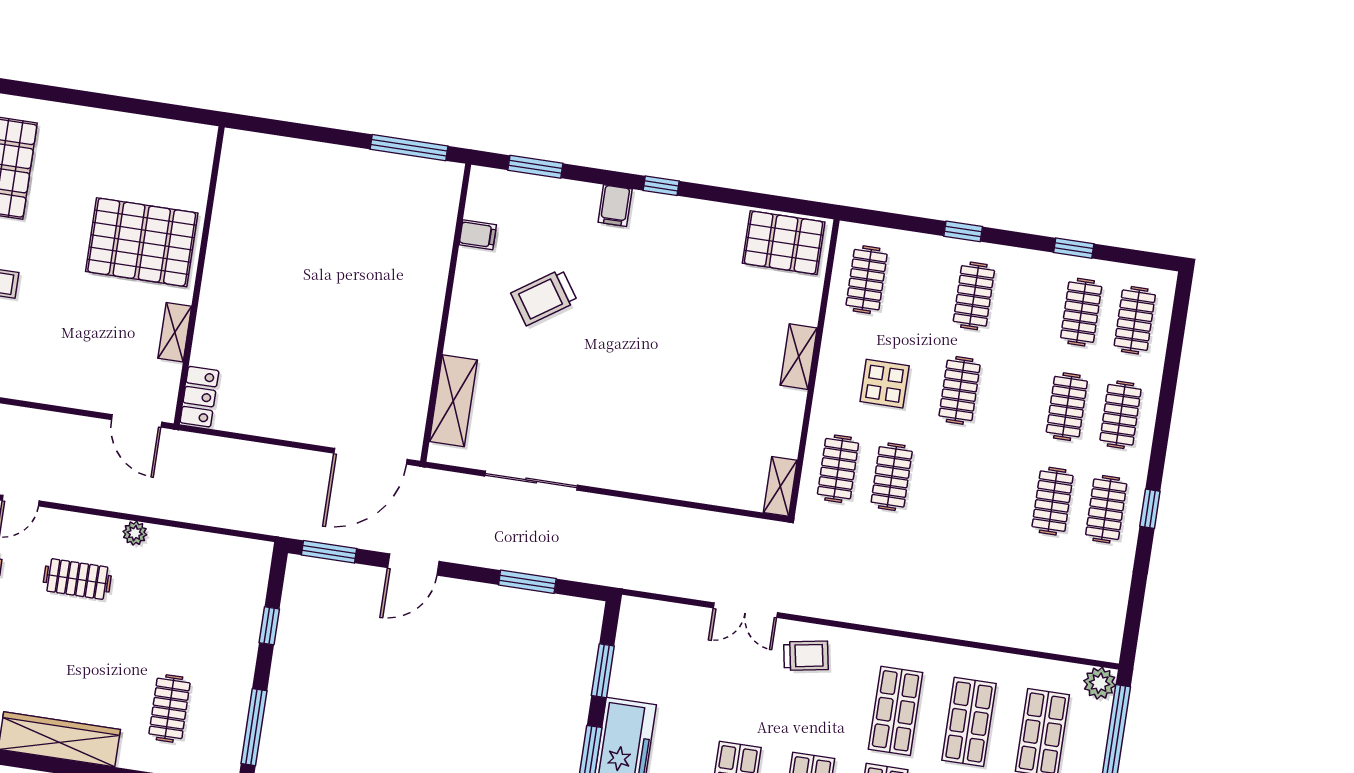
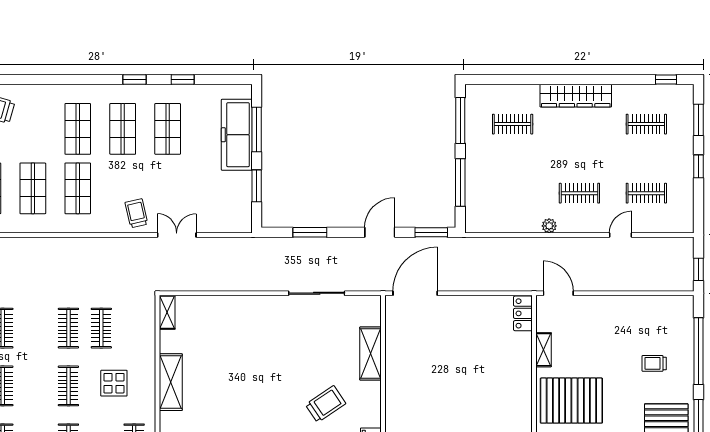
shelving: (799, 357) -> (171, 382), width x1.50, depth x1.33
shelving: (453, 401) -> (371, 354), moved
clothes rail: (838, 469) -> (68, 328), moved
window: (269, 626) -> (460, 183), width x2.17
trolley: (806, 656) -> (136, 213), turned 87
clothes rail: (170, 708) -> (513, 124), turned 90

